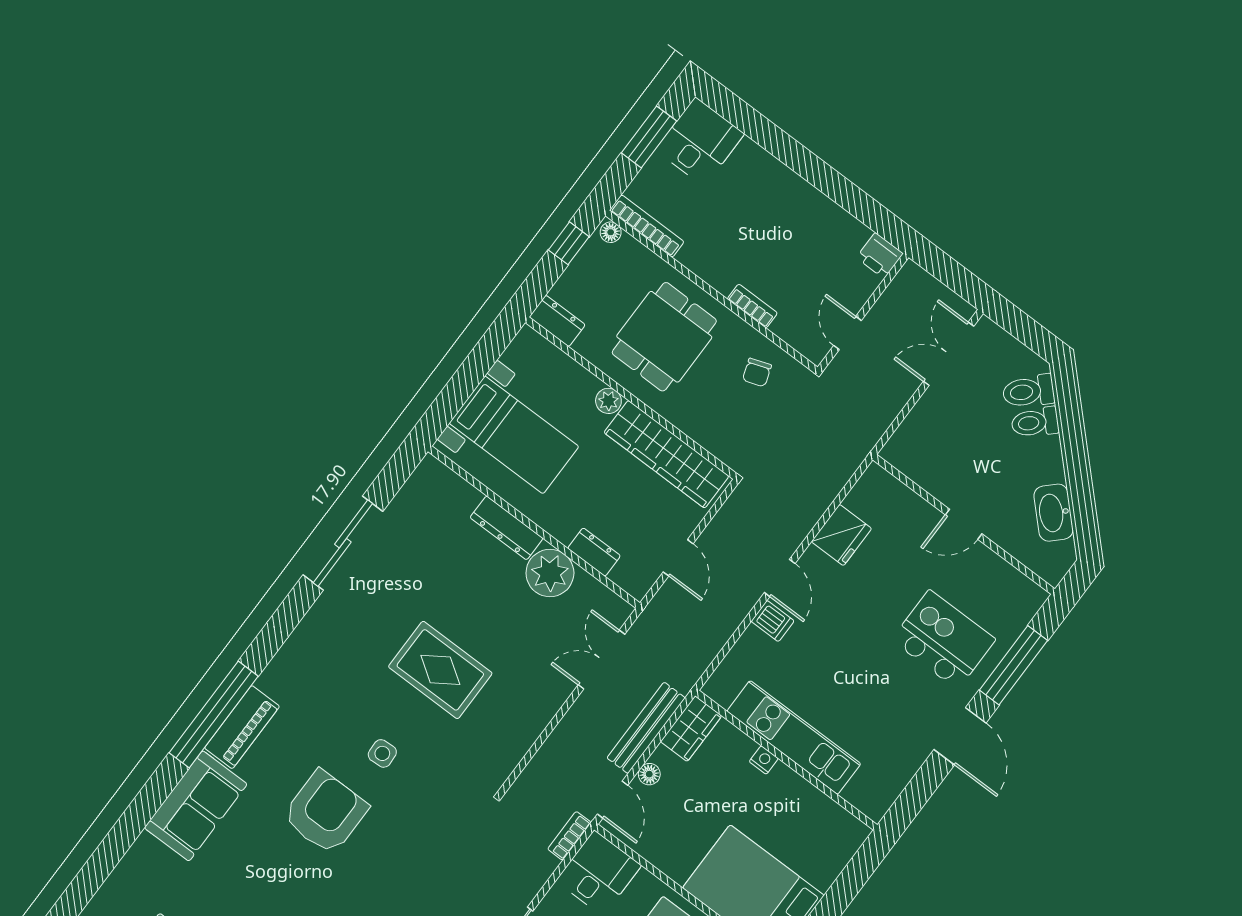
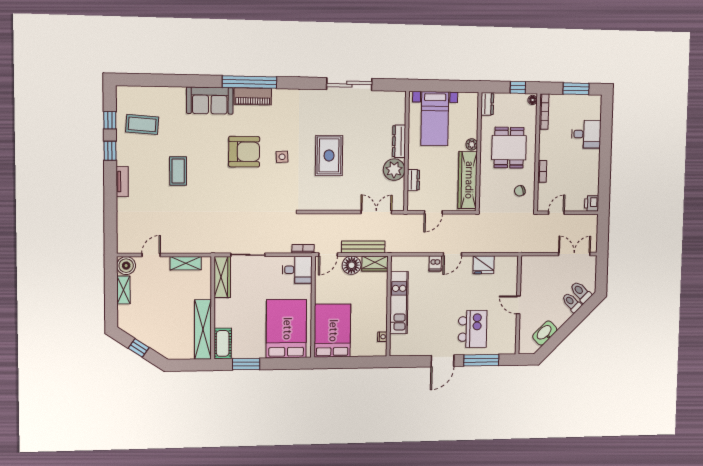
desk: (700, 142) -> (586, 134), moved
dining table: (664, 337) -> (509, 148), turned 90
nightstand: (764, 760) -> (382, 337), moved
floor lamp: (649, 774) -> (352, 265), width x1.89, depth x1.89

